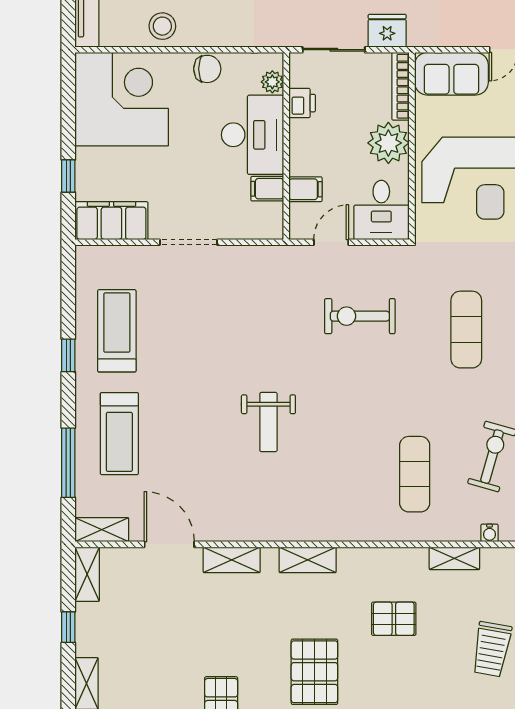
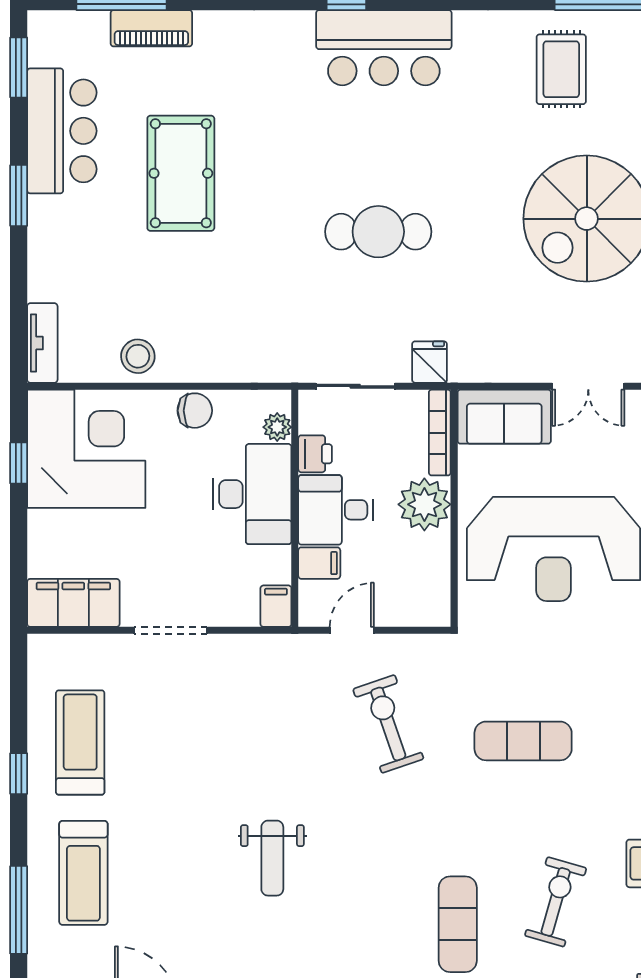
fridge: (387, 31) -> (430, 362), width x0.72
window: (68, 176) -> (19, 463), moved
filing cabinet: (267, 189) -> (276, 606), moved, turned 90
desk: (381, 210) -> (336, 510), moved, turned 90
exercise bike: (360, 316) -> (388, 724), turned 71
exercise mat: (466, 330) -> (523, 741), turned 90

